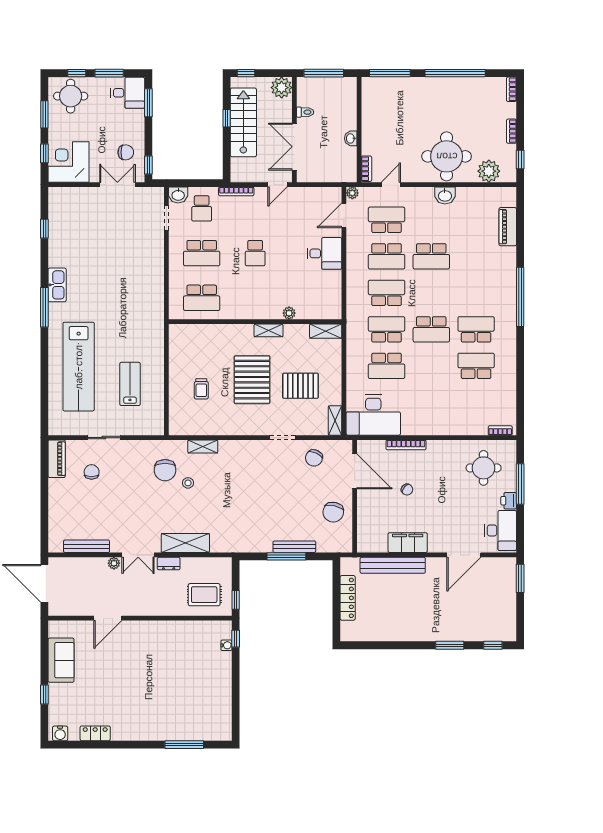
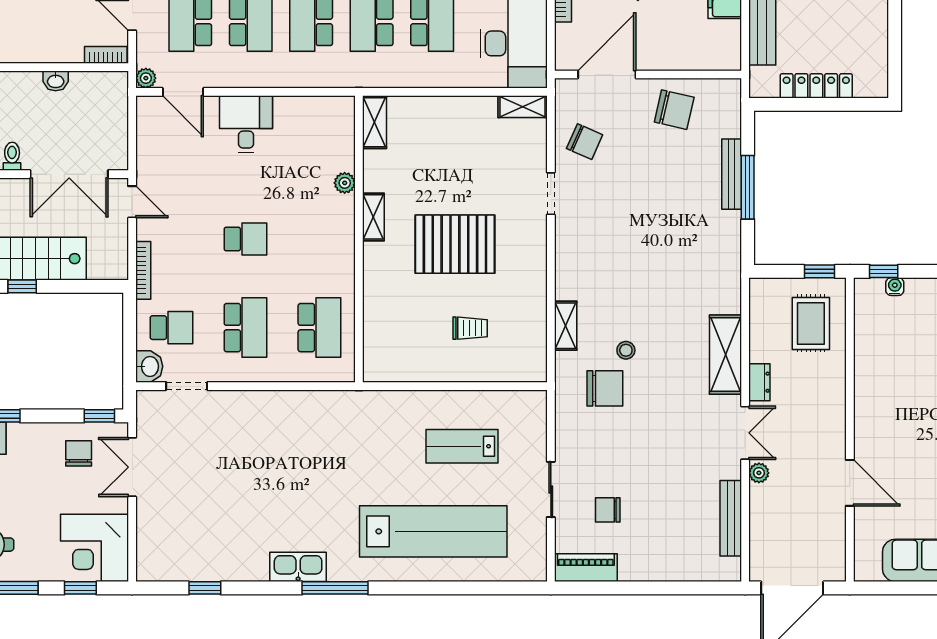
pallet: (300, 386) -> (465, 164), removed

